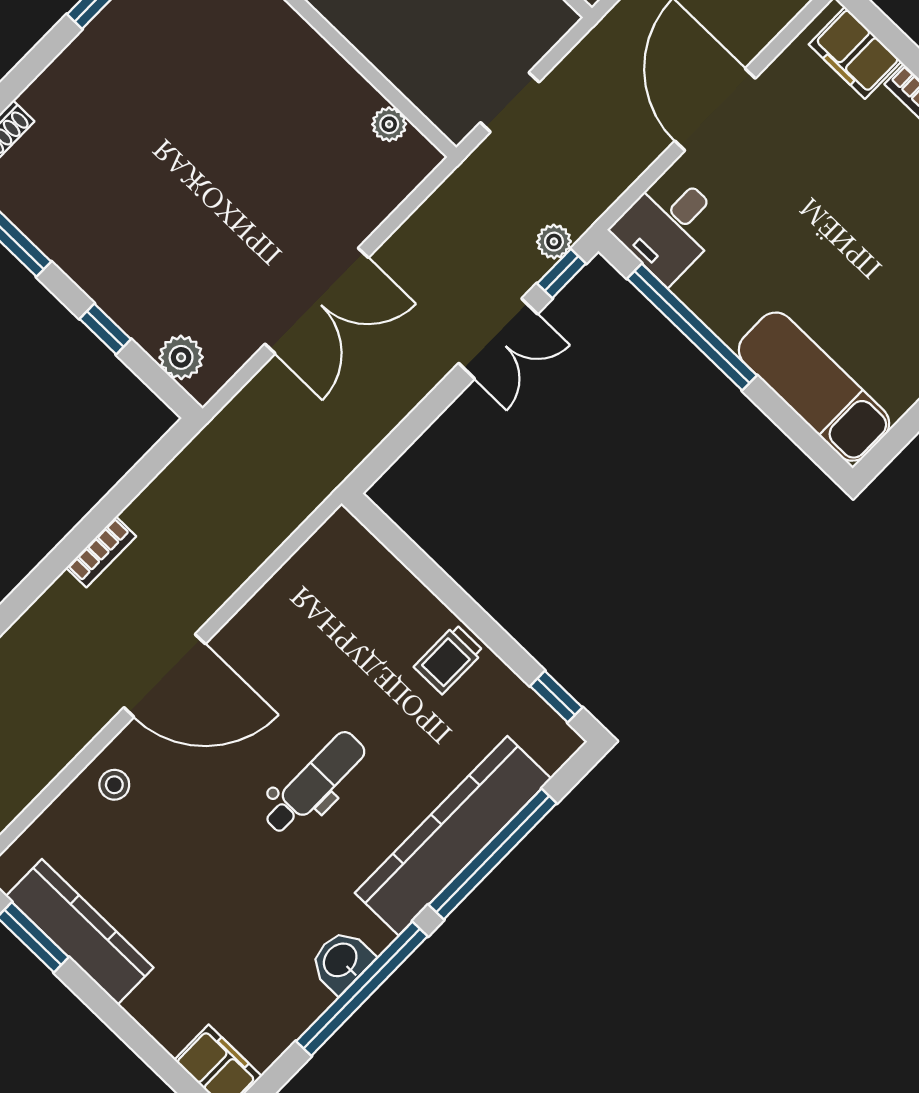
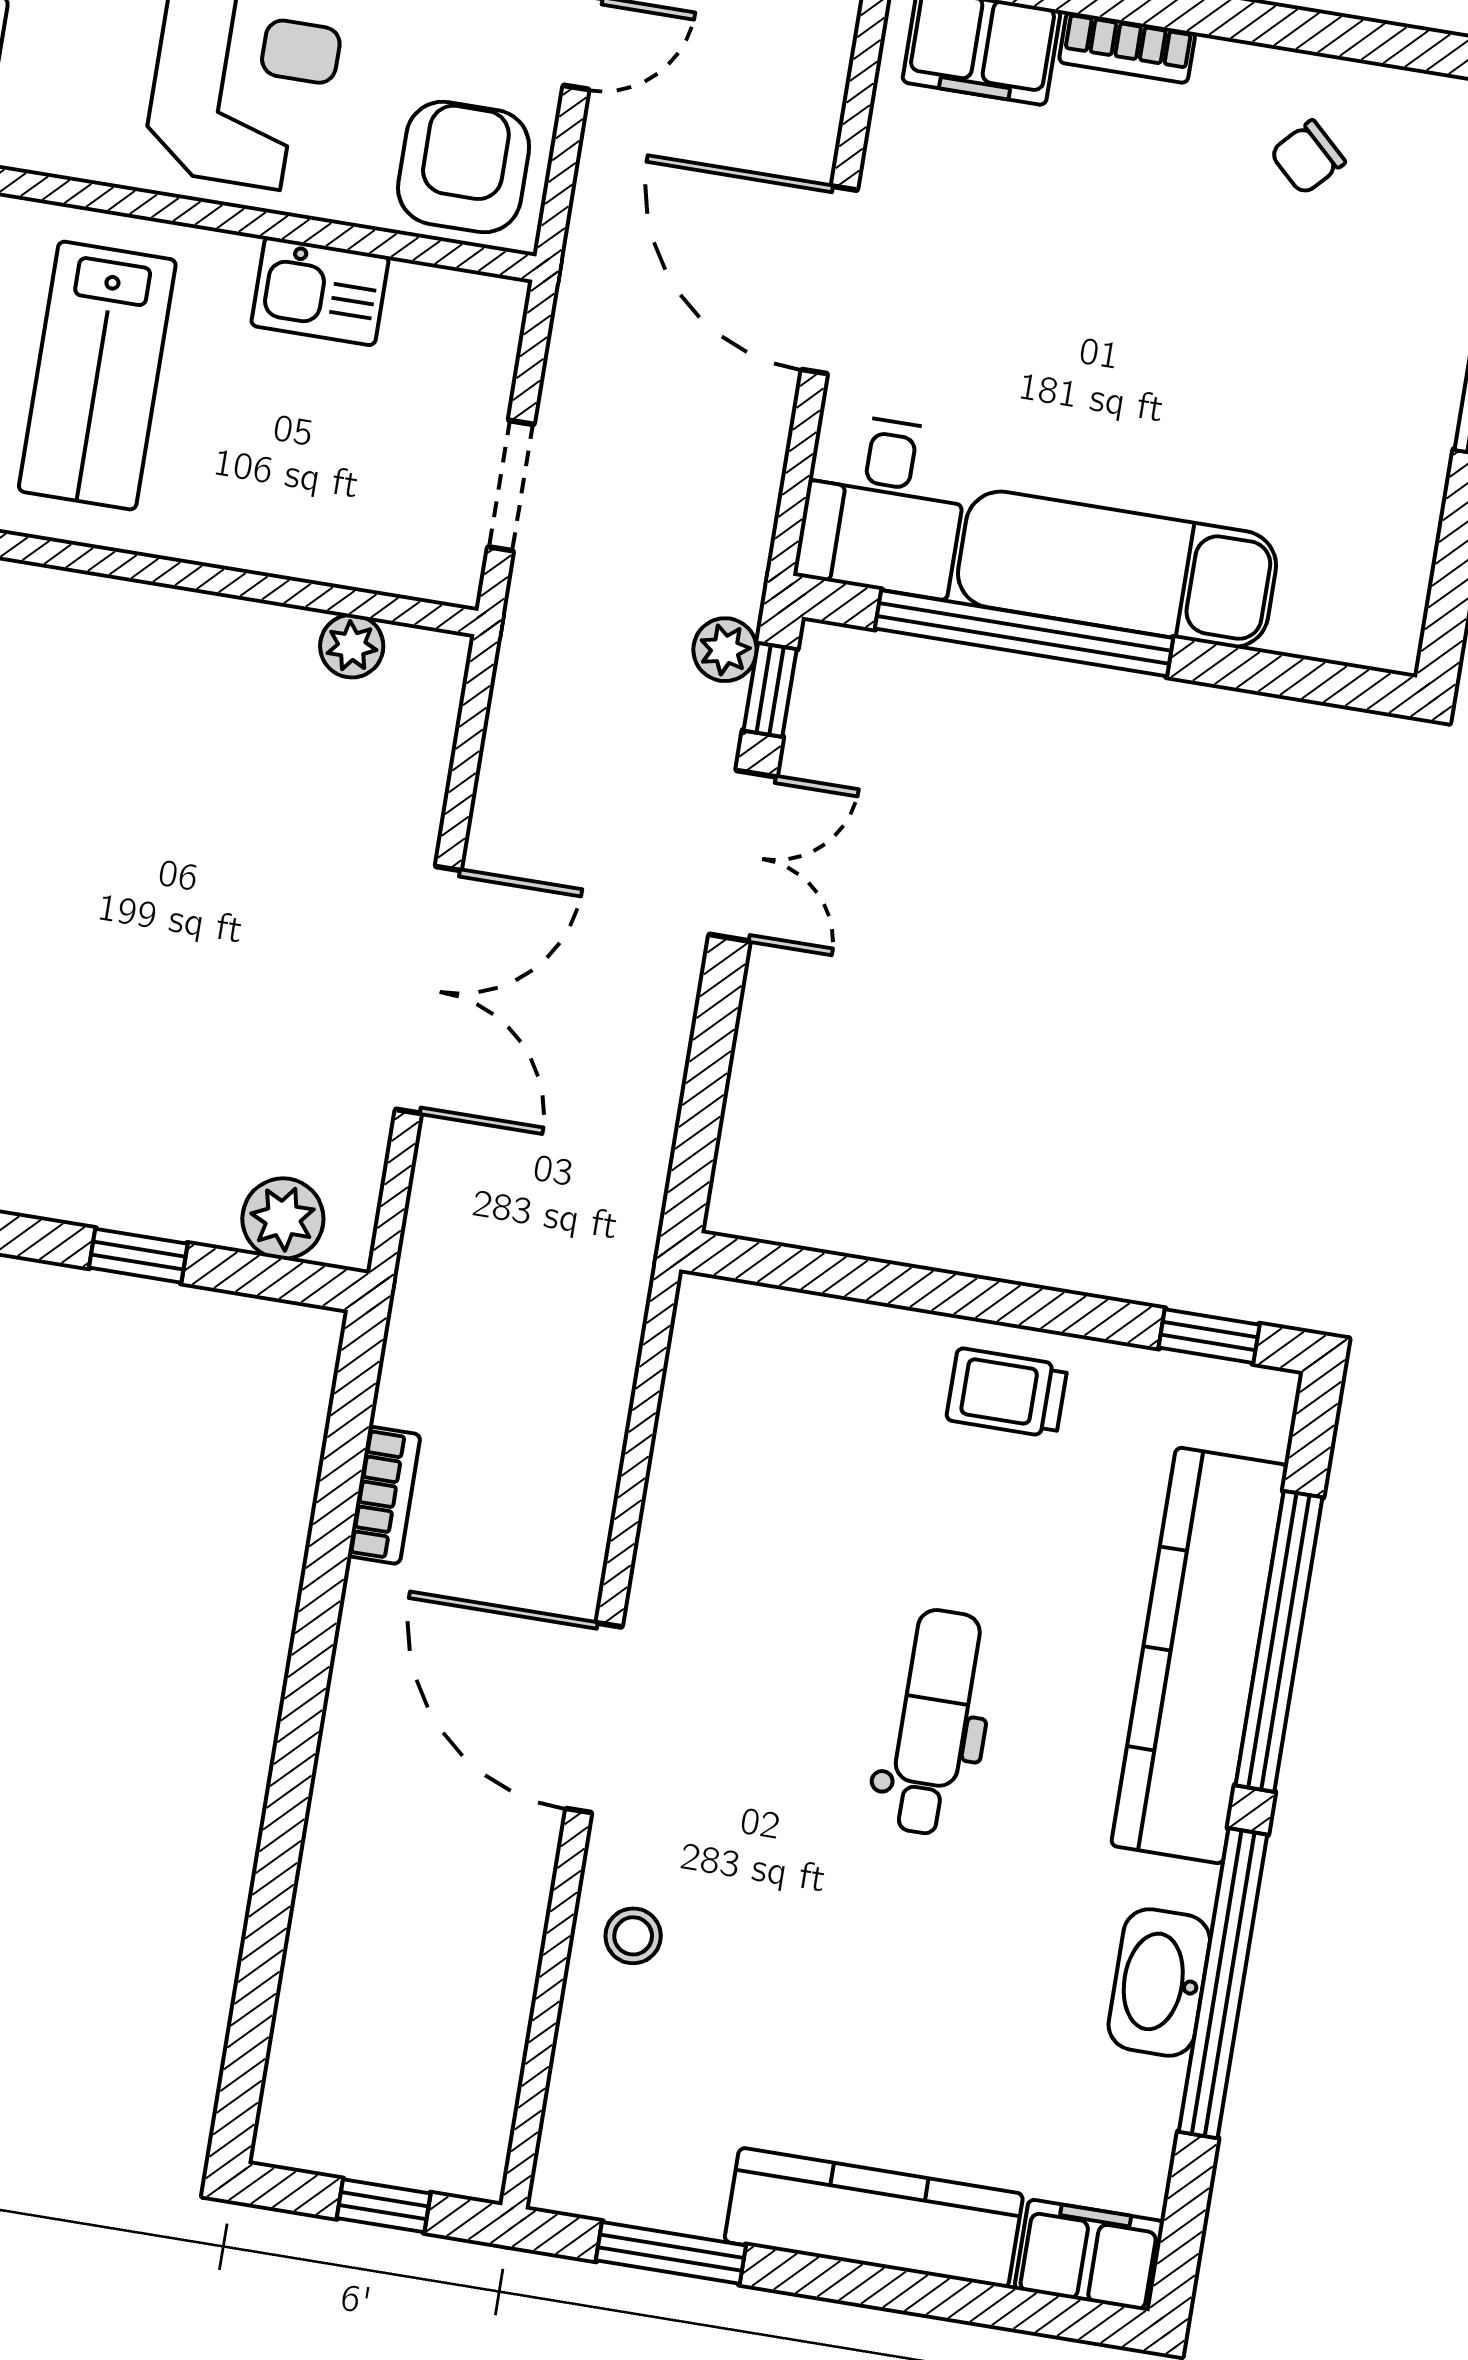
exam couch: (814, 387) -> (1117, 569), moved
bookcase: (101, 552) -> (384, 1495), moved
trolley: (449, 659) -> (1007, 1393), turned 90
door: (165, 676) -> (594, 1718), swing flipped
kitchen counter: (80, 932) -> (874, 2218), moved
washbasin: (341, 961) -> (1159, 1982), width x1.38

